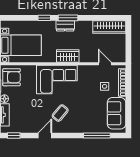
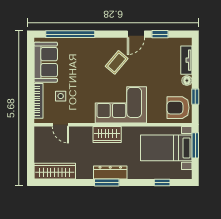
window: (44, 18) -> (162, 182), moved
dresser: (65, 26) -> (110, 172), width x1.44
window: (14, 135) -> (160, 34), moved
window: (97, 135) -> (70, 34), width x1.46

